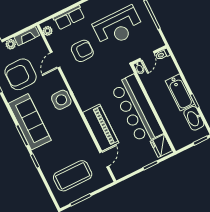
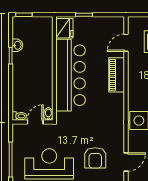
armchair: (82, 51) -> (95, 158), turned -90
bathtub: (180, 92) -> (21, 71), removed
washbasin: (194, 118) -> (17, 45), width x0.52, depth x0.69
piano: (101, 128) -> (117, 75), width x0.73, depth x0.75

